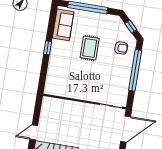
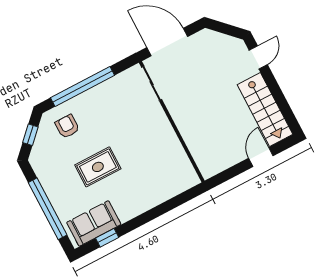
window: (48, 48) -> (107, 238), moved
door: (34, 132) -> (261, 157), swing flipped

